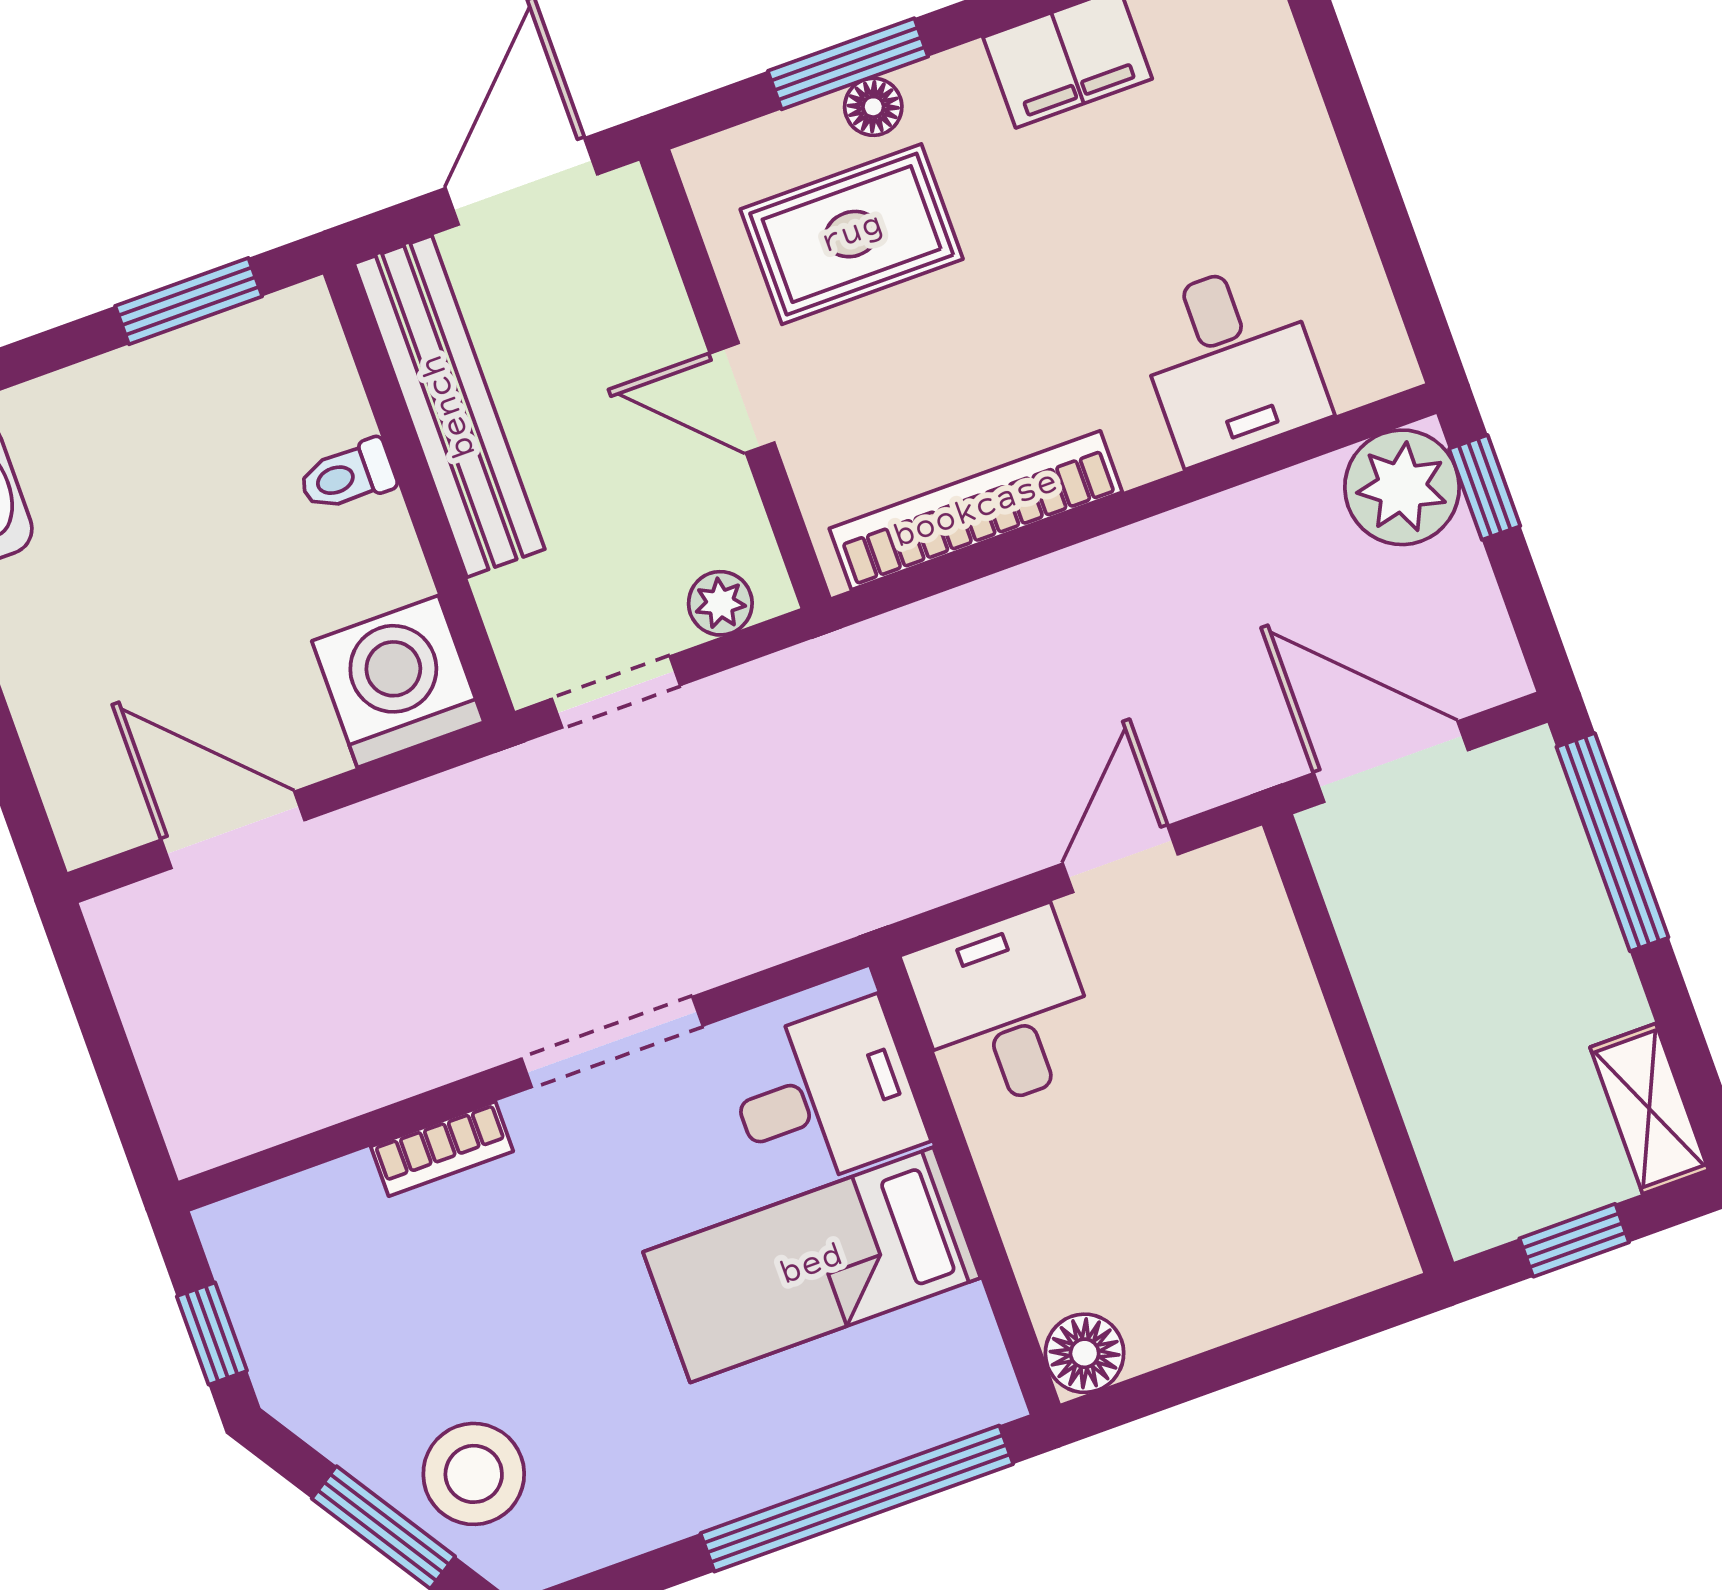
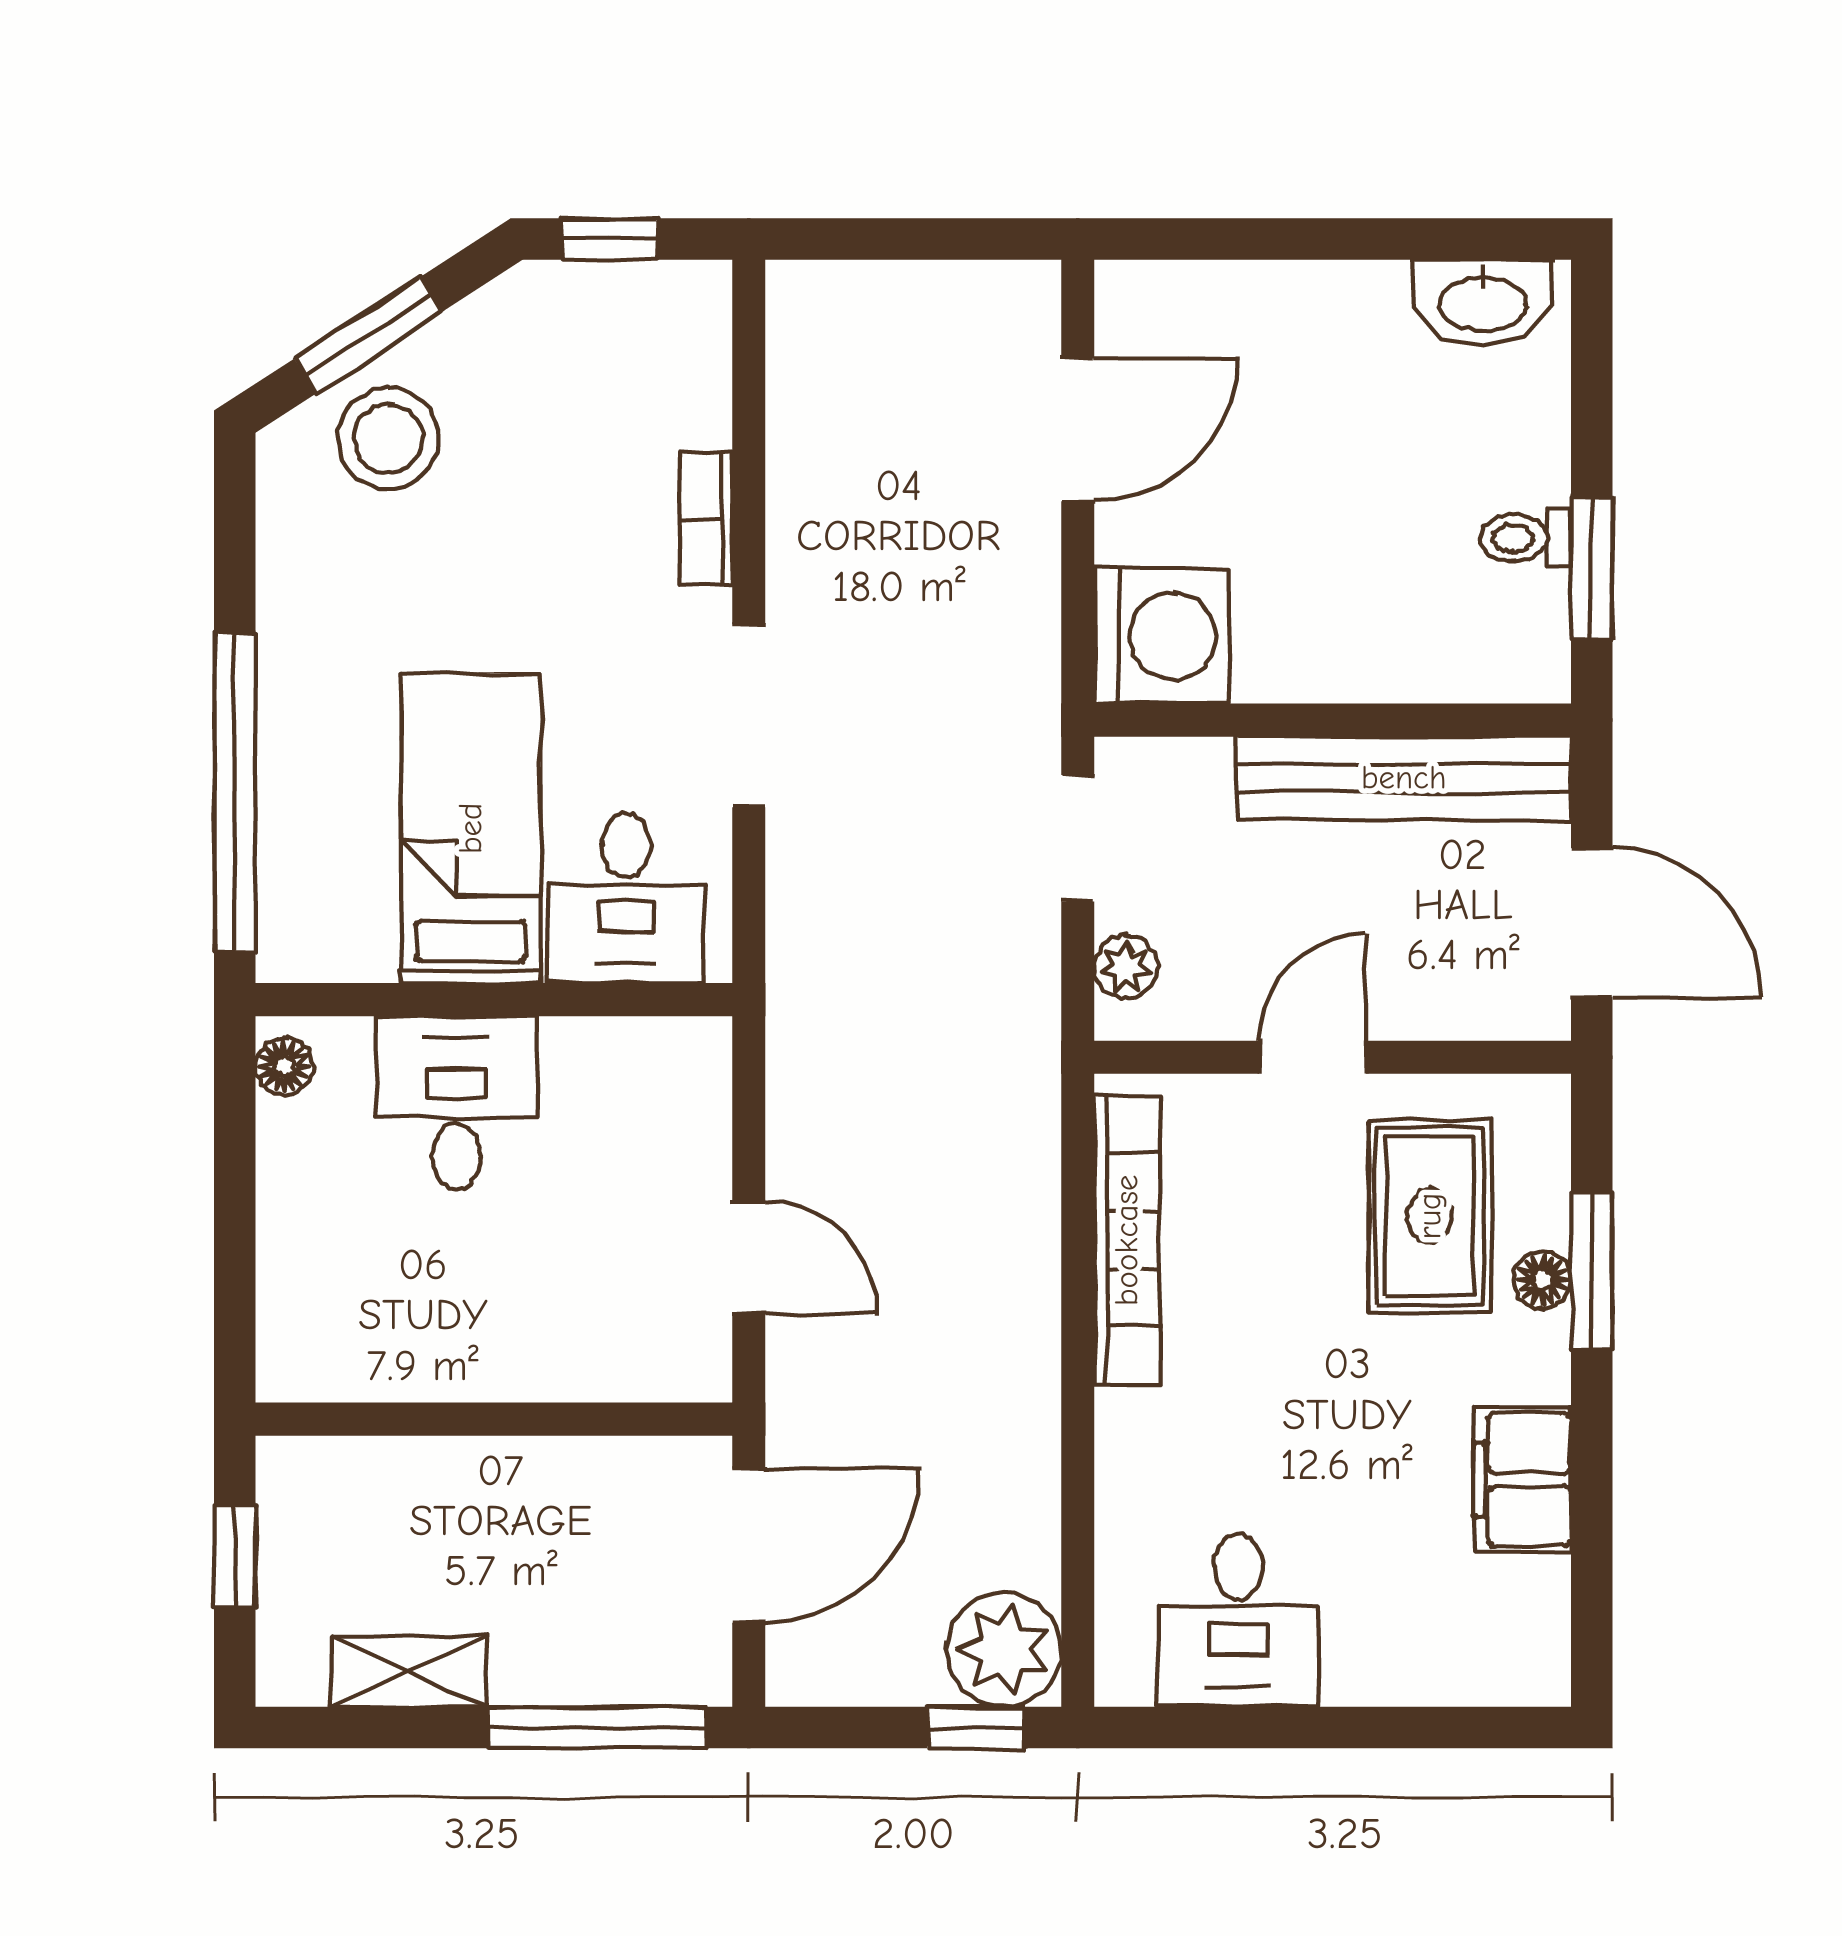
desk: (1231, 362) -> (1238, 1620), moved, turned -90
toilet: (347, 476) -> (1526, 538), moved, turned -90
desk: (1004, 1010) -> (456, 1103), moved, turned -90
shelving: (1649, 1109) -> (409, 1672), moved
floor lamp: (1085, 1353) -> (284, 1066), width x0.73, depth x0.73

